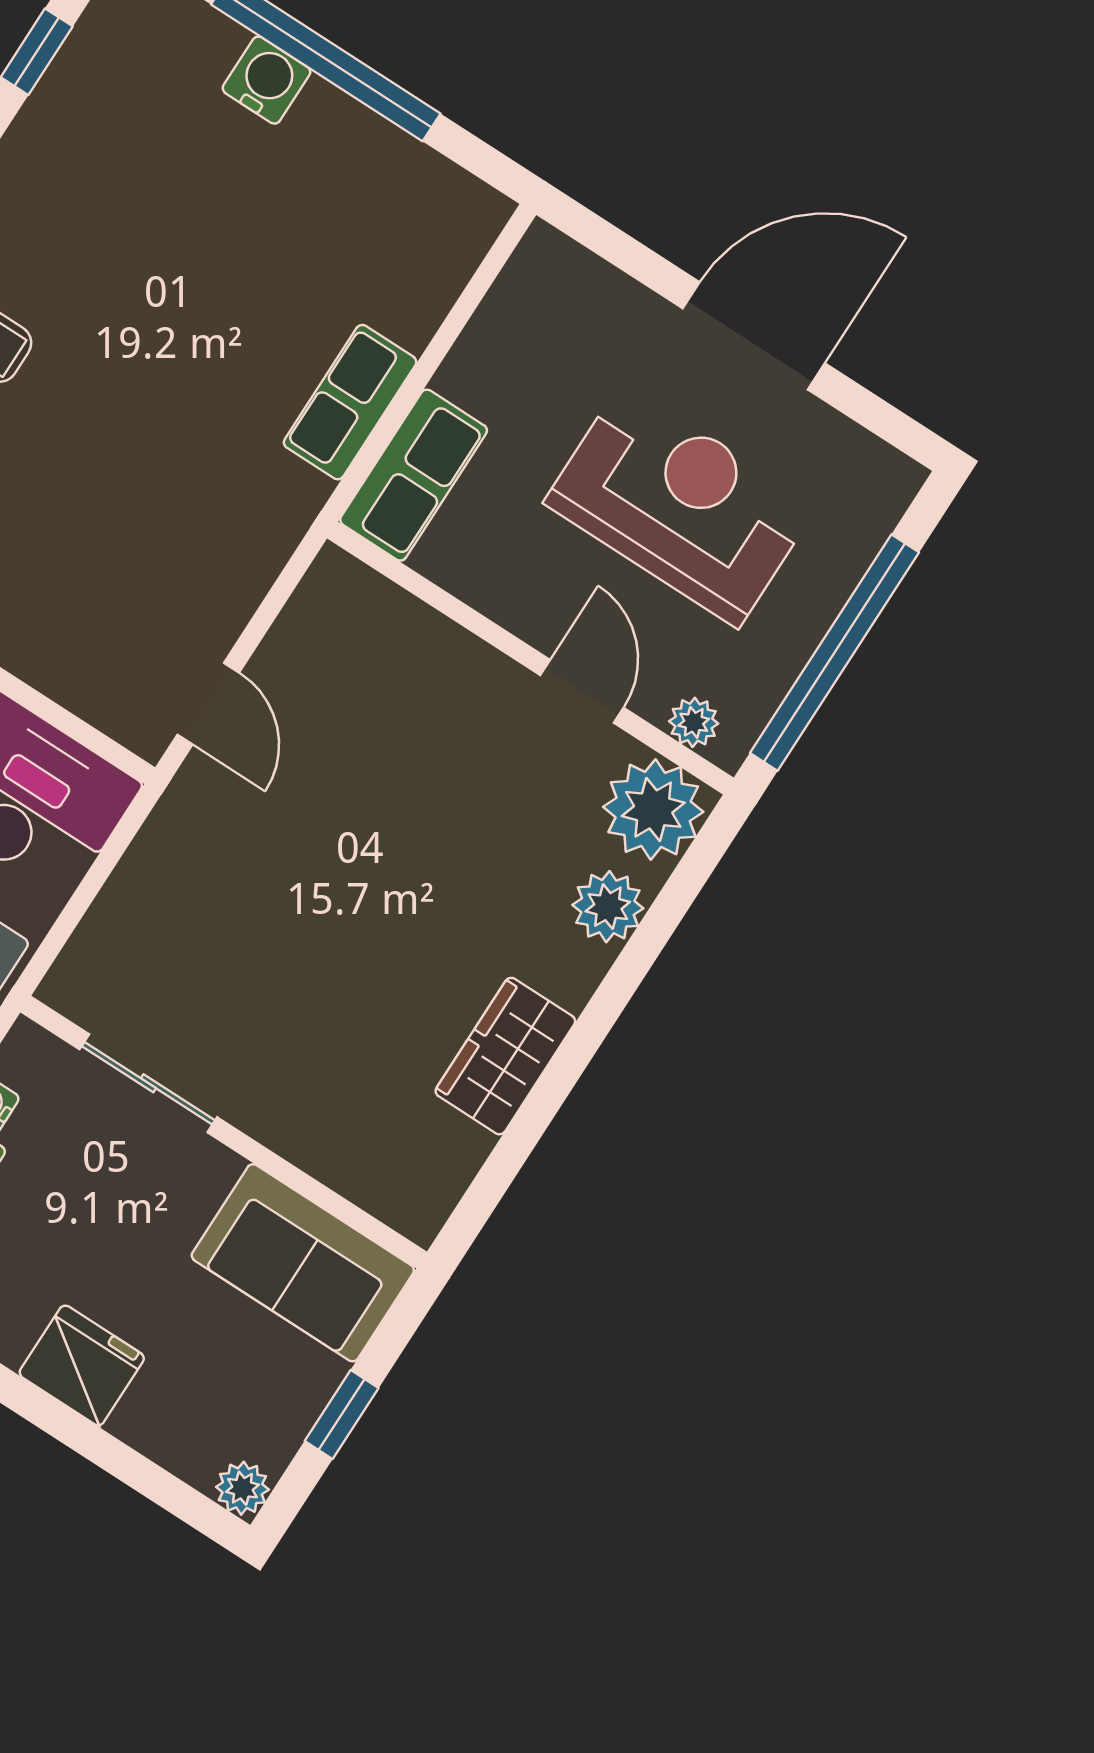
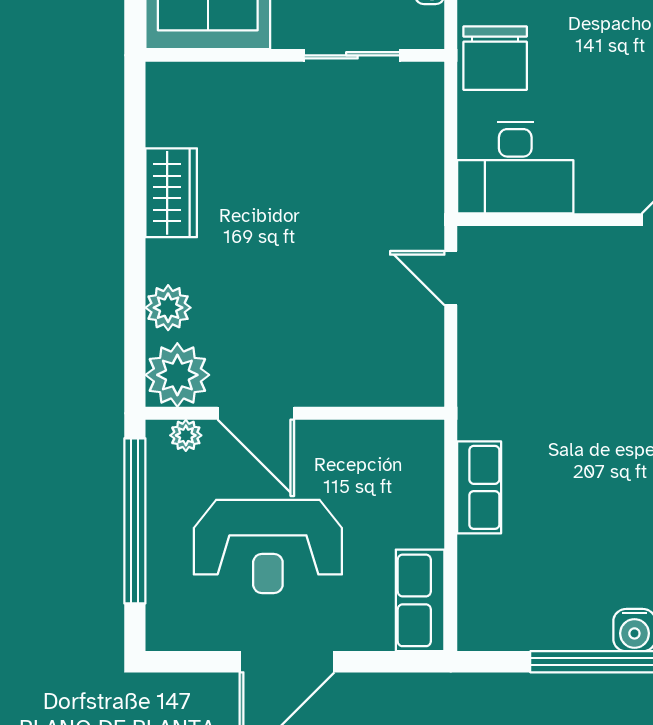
row of seats: (414, 475) -> (420, 600), moved
door: (582, 691) -> (256, 413), width x1.38

